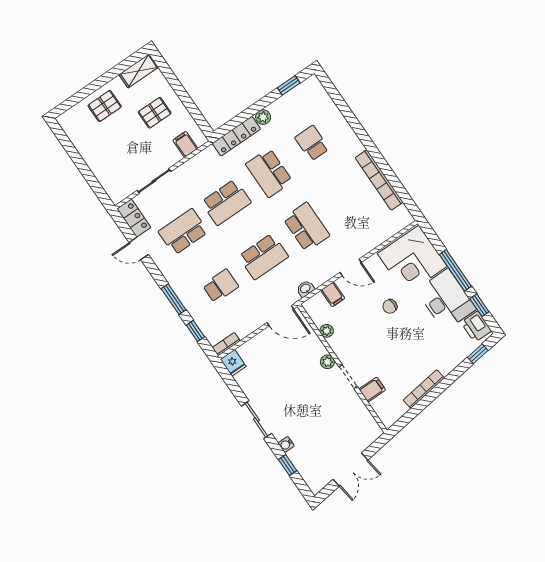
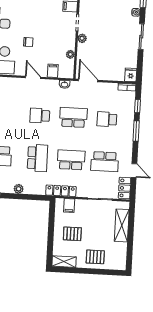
locker: (236, 136) -> (61, 191), moved
shelving: (102, 170) -> (122, 225), added
school desk: (306, 227) -> (40, 116), width x0.54

